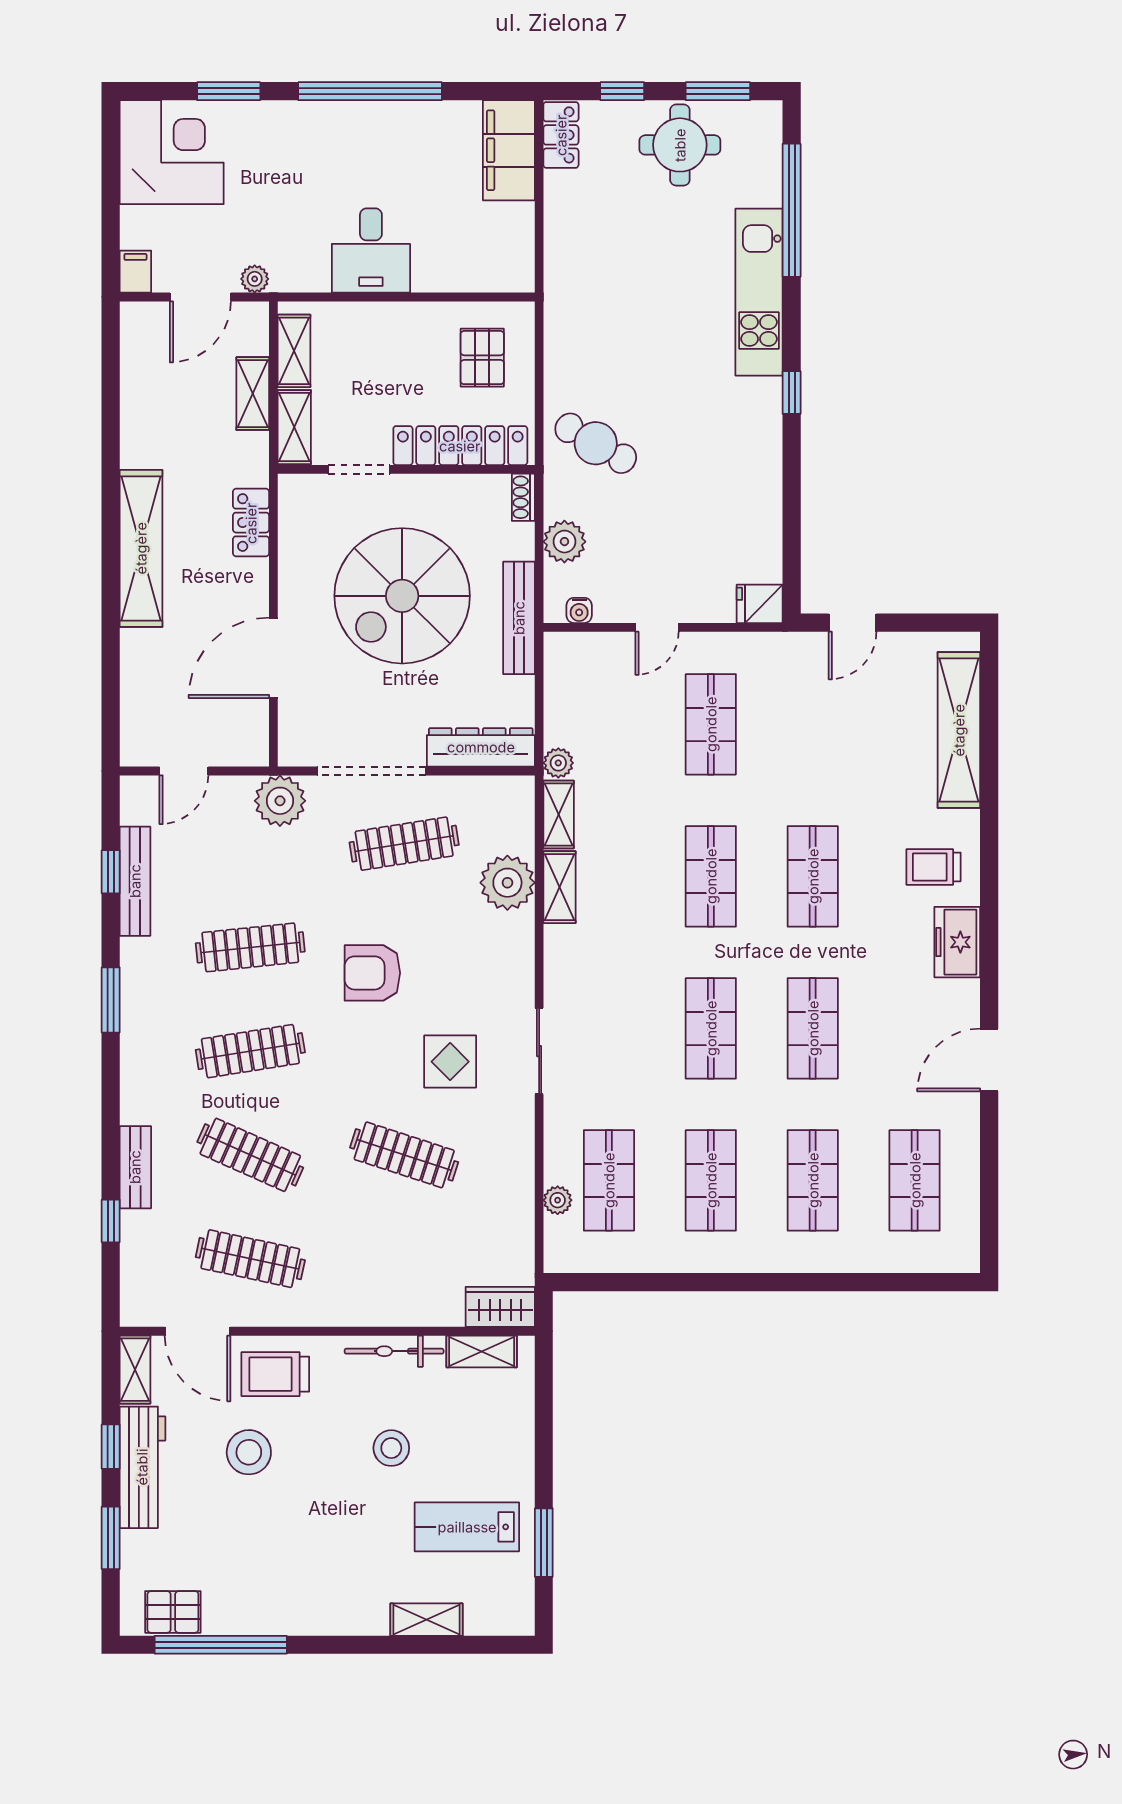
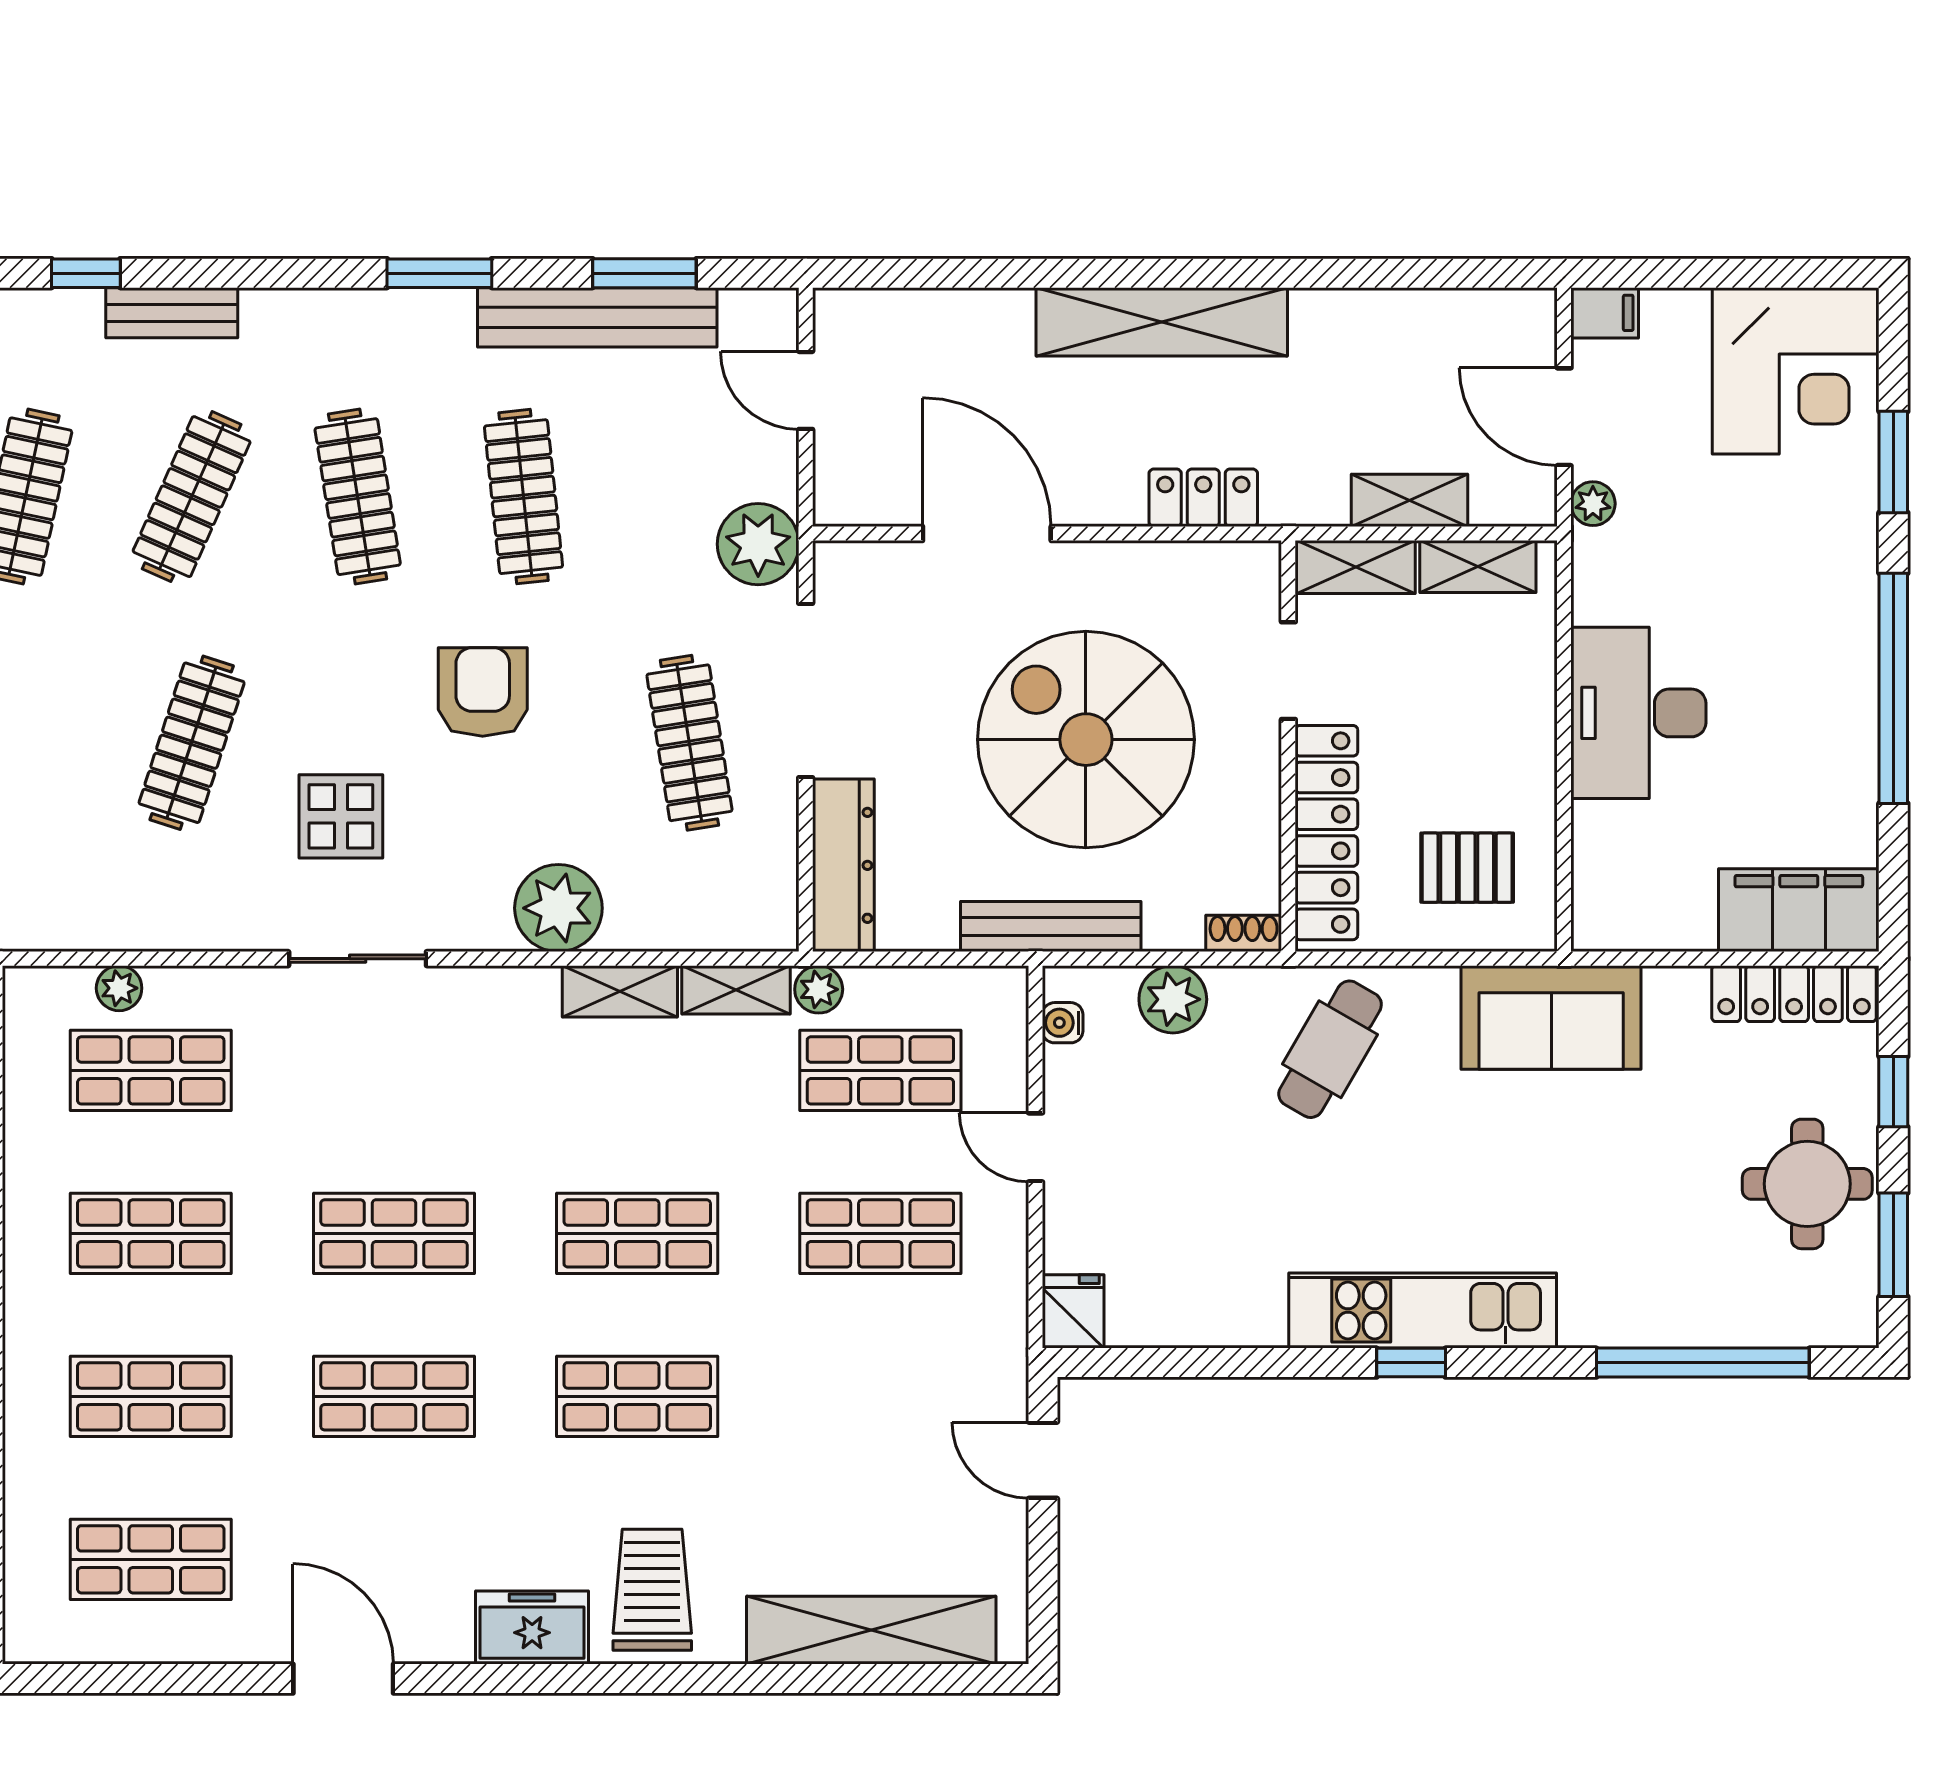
locker: (561, 135) -> (1794, 994), width x1.53
desk: (371, 251) -> (1638, 713), width x1.37
kitchen unit: (759, 292) -> (1423, 1310), moved
sofa: (576, 305) -> (1551, 1018), added
shop shelf: (609, 724) -> (880, 1070), added
trolley: (934, 867) -> (652, 1590), width x1.36, depth x1.39
window: (111, 872) -> (644, 273), width x1.50
bench: (135, 881) -> (597, 317), width x1.37, depth x1.21
plant: (507, 883) -> (558, 908), moved

